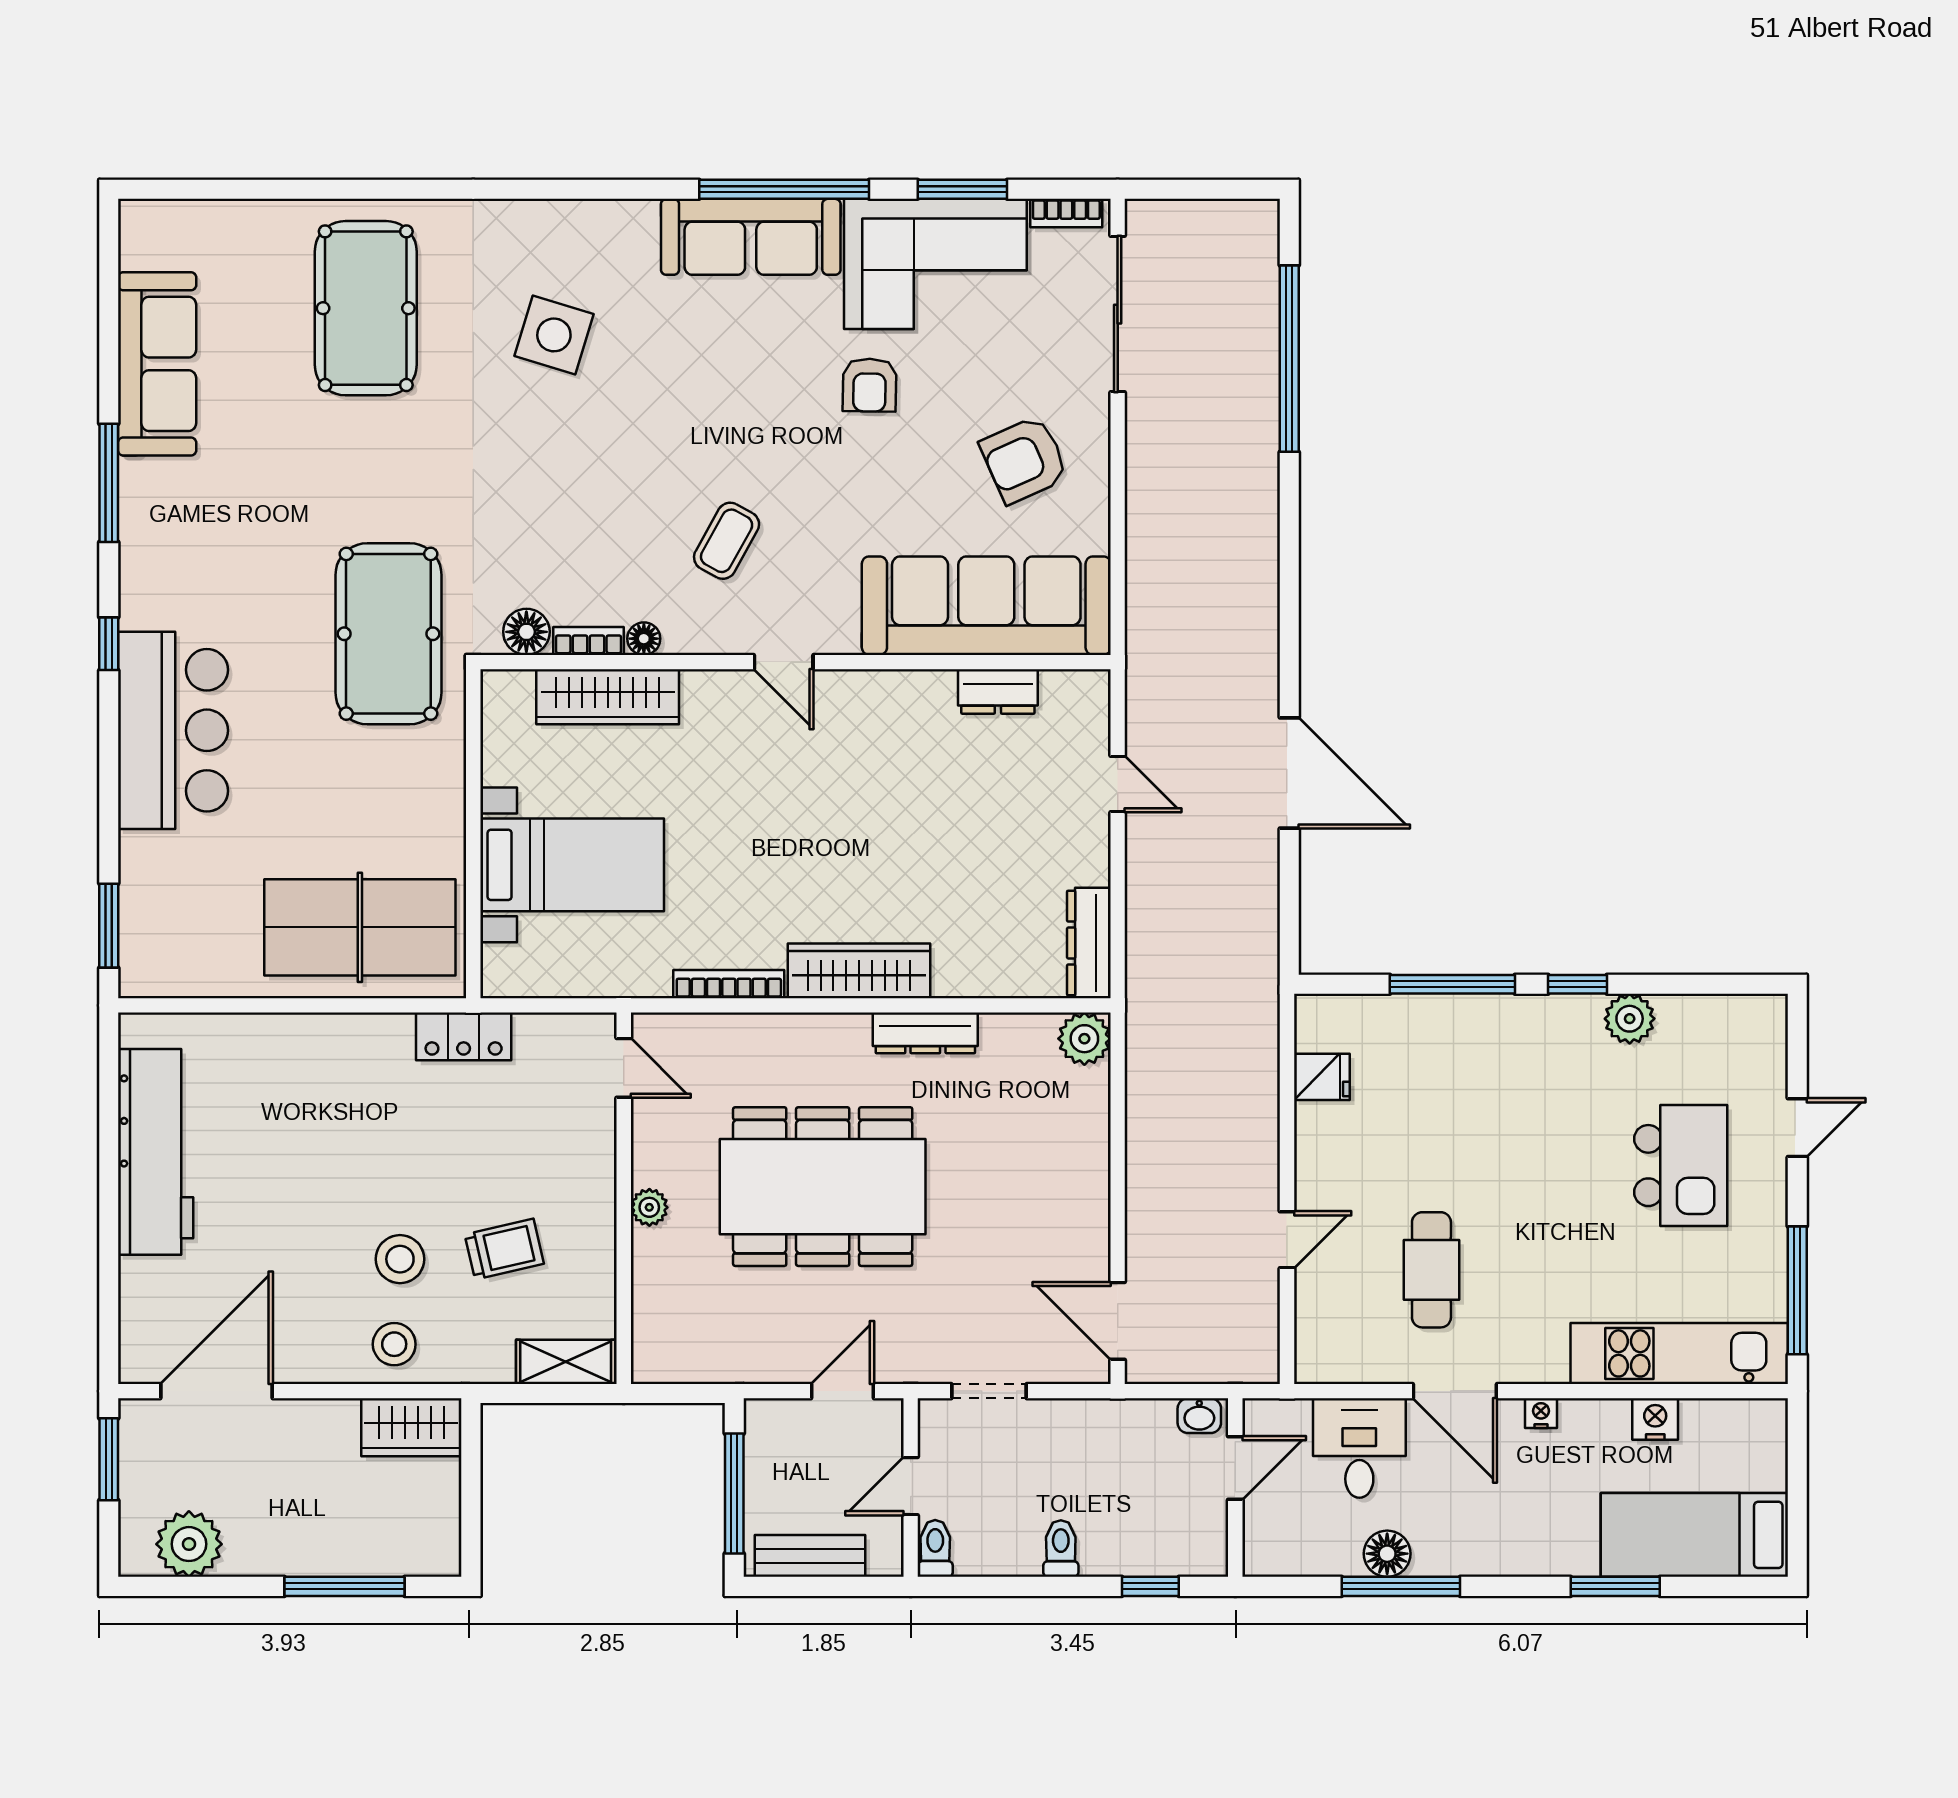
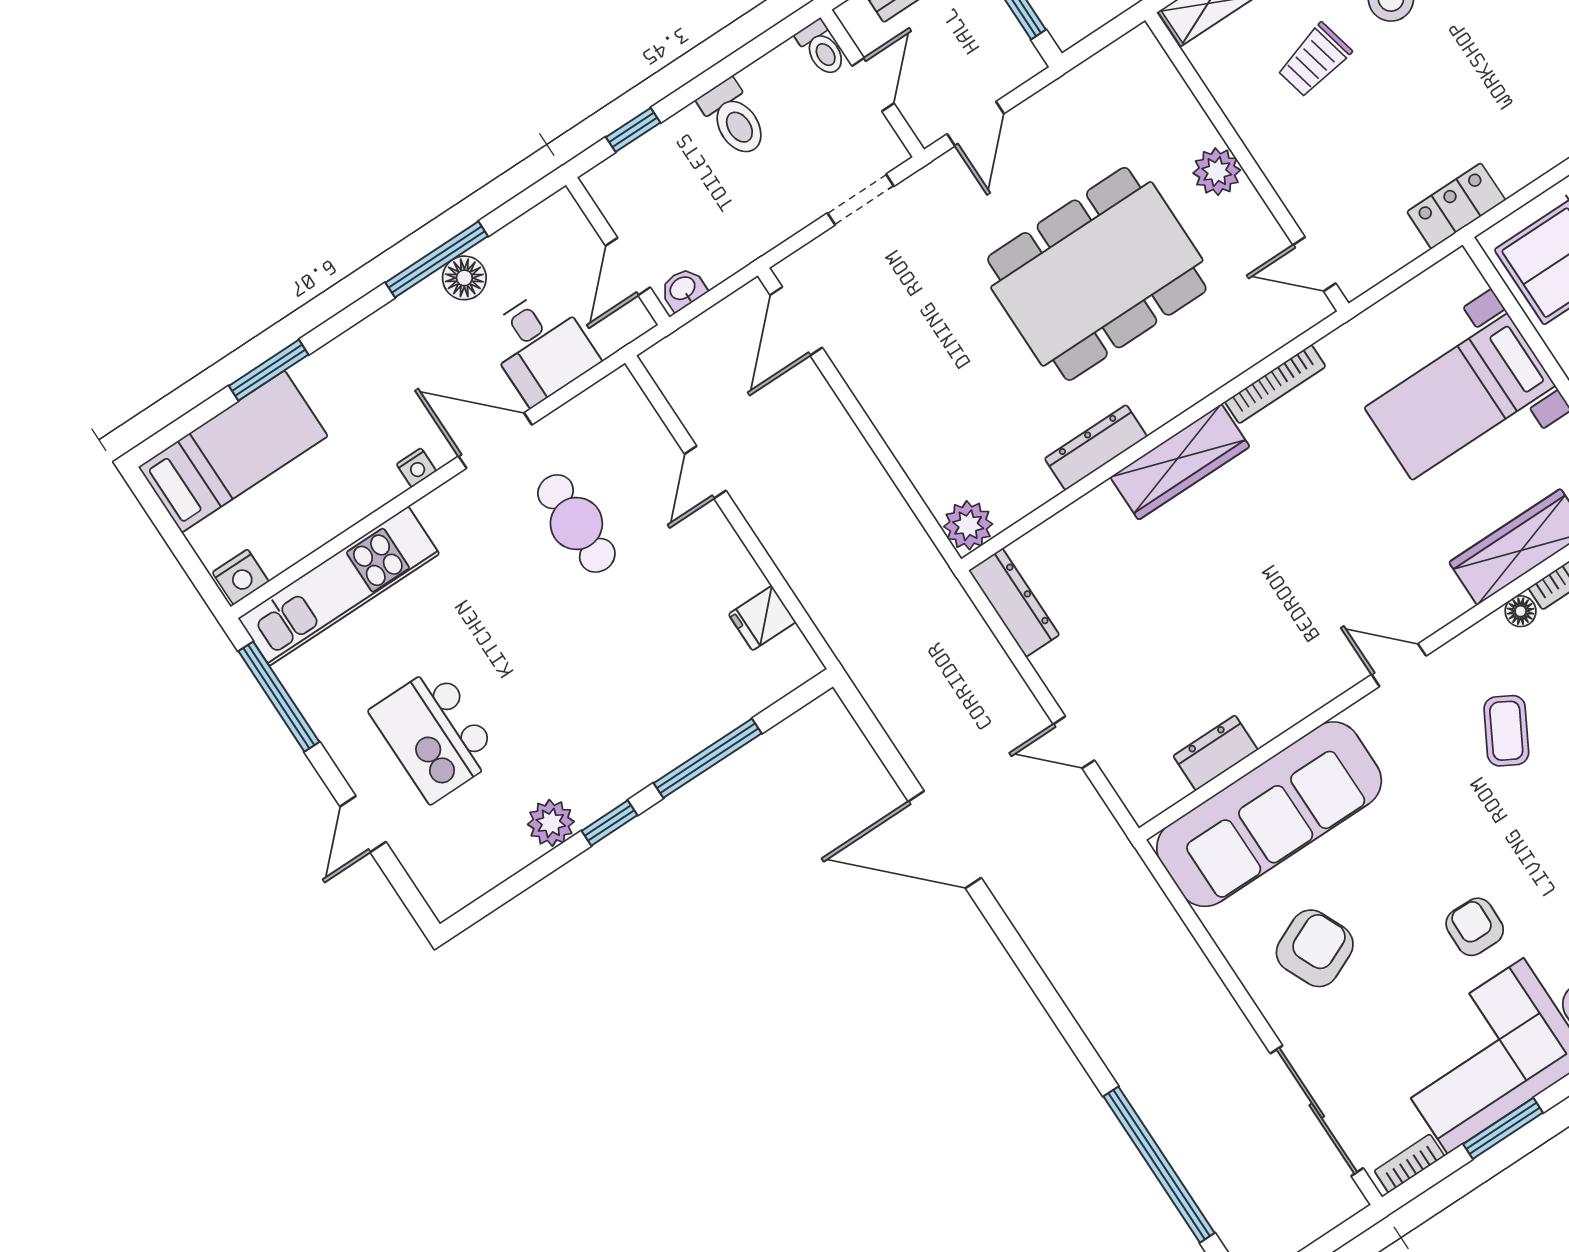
plant: (649, 1207) -> (1217, 172), width x1.38, depth x1.38
door: (1118, 1321) -> (796, 321), swing flipped
nightstand: (1655, 1419) -> (241, 577), moved
toilet: (1061, 1549) -> (734, 118), width x1.37, depth x1.39

